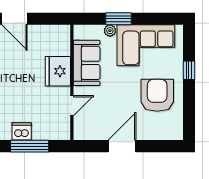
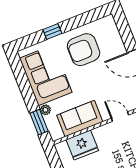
window: (118, 19) -> (39, 122), moved
fridge: (58, 71) -> (82, 145), moved

